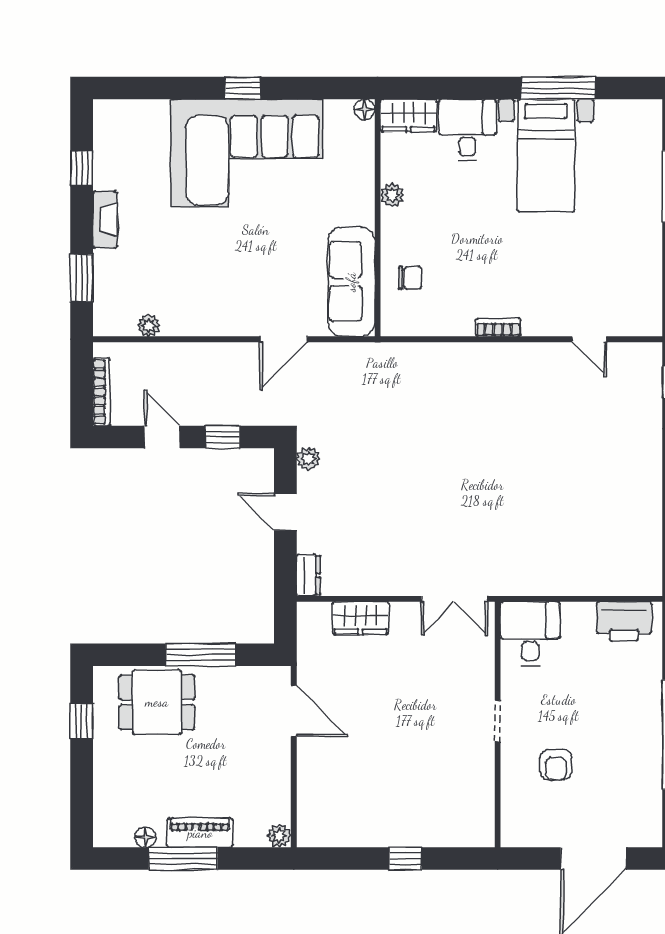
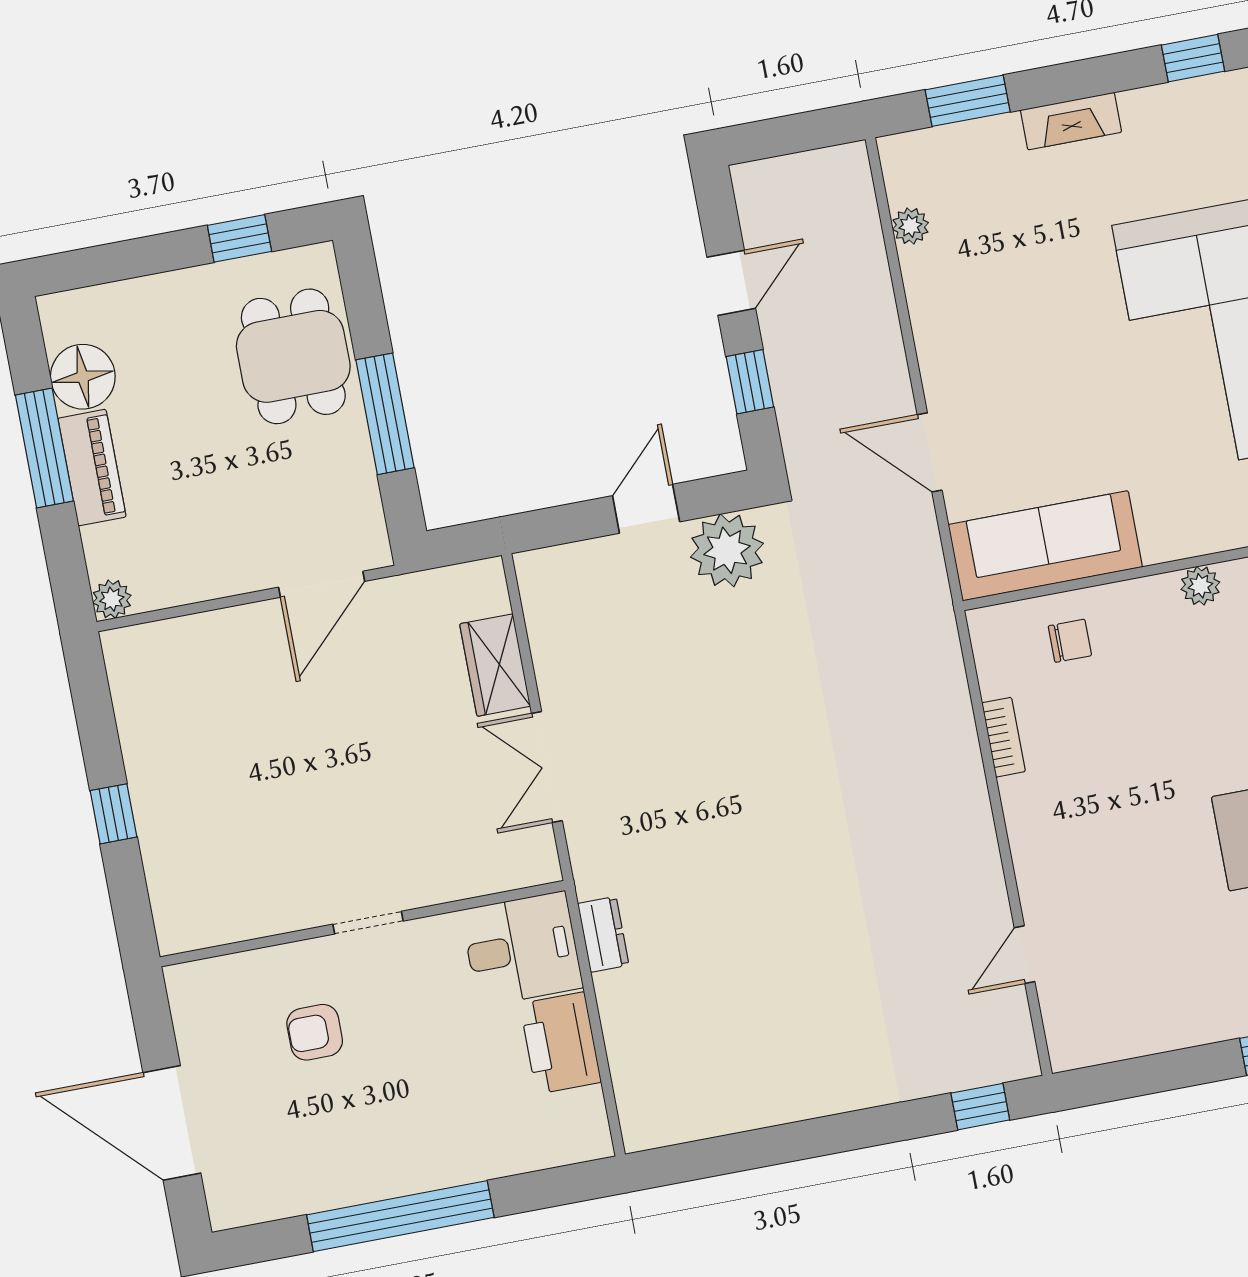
window: (82, 168) -> (1193, 58), moved
chair: (410, 278) -> (1070, 641), turned -90
bookcase: (498, 327) -> (1004, 737), moved
bookcase: (101, 392) -> (786, 169), removed
plant: (308, 459) -> (727, 550), width x1.87, depth x1.87
dresser: (308, 575) -> (603, 934), moved, turned -90
double door: (454, 599) -> (547, 767), moved
printer: (624, 621) -> (560, 1043), moved
floor lamp: (145, 837) -> (83, 377), width x1.89, depth x1.89

